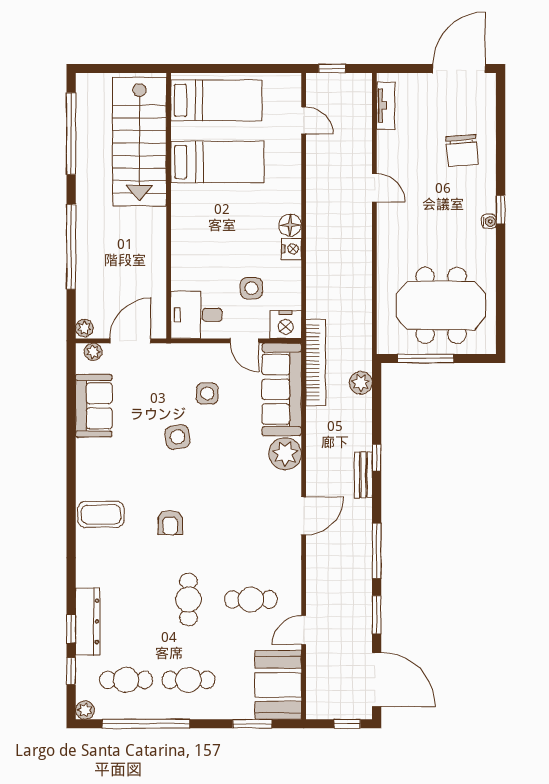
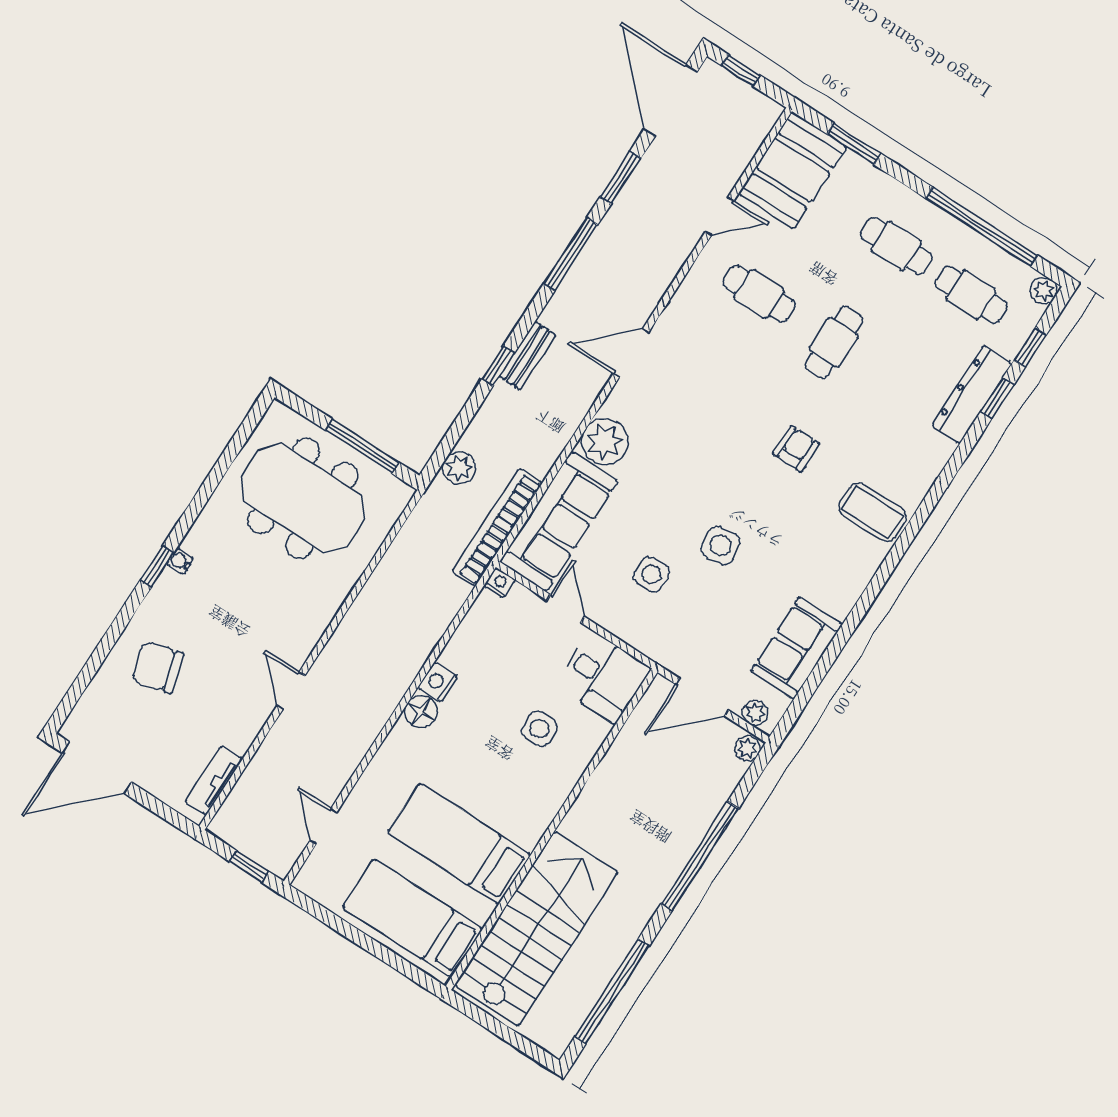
chair: (462, 151) -> (157, 667), turned -100
side table: (251, 288) -> (539, 729), moved
nightstand: (286, 325) -> (500, 583), width x0.53, depth x0.56

